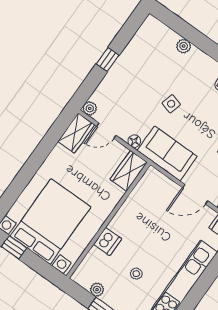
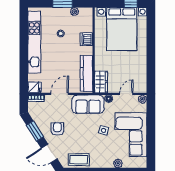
window: (108, 60) -> (151, 130), removed
corner sofa: (139, 72) -> (131, 135), added
wardrobe: (76, 133) -> (140, 82), removed
kitchen counter: (140, 196) -> (87, 73), added

